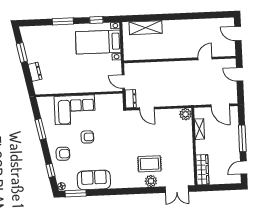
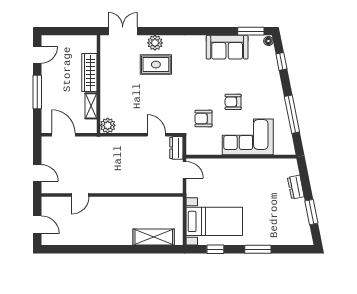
window: (41, 129) -> (292, 114), width x1.44
armchair: (63, 154) -> (203, 119), moved
wardrobe: (202, 170) -> (89, 73), moved

